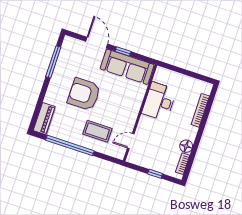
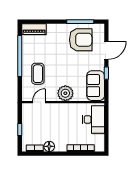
sofa: (127, 67) -> (96, 86), width x0.73
armchair: (84, 94) -> (81, 40), moved, turned 90
desk: (159, 101) -> (93, 119), moved, turned 90
plant: (131, 107) -> (65, 93), added
door: (131, 141) -> (39, 102), hinge flipped

